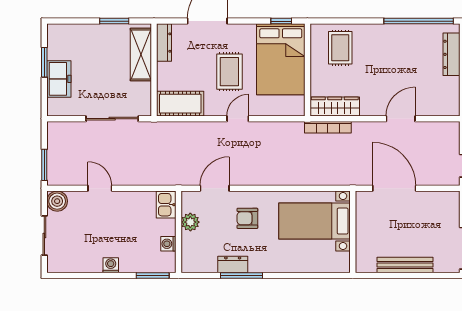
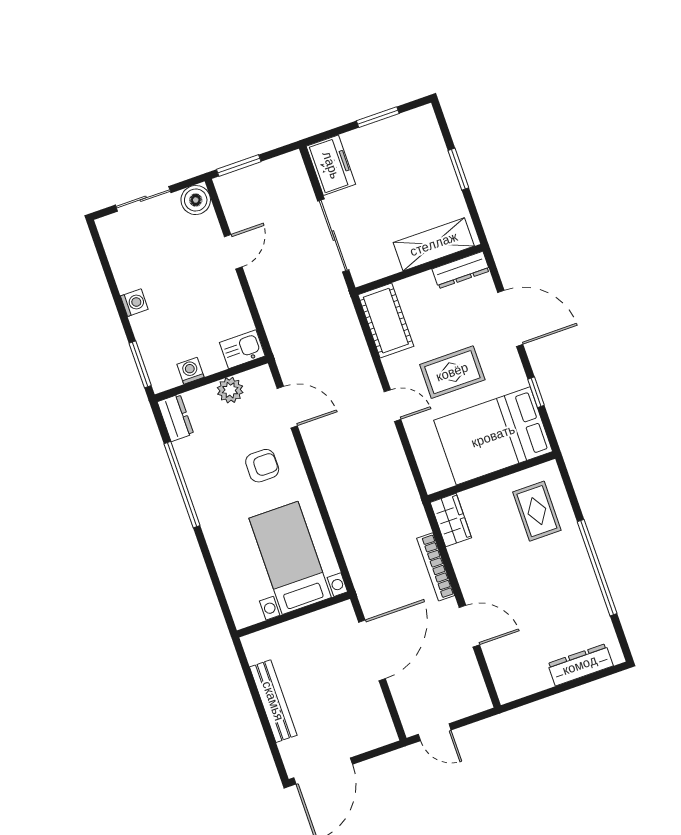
window: (114, 21) -> (458, 169), moved
window: (281, 21) -> (536, 392), moved
window: (419, 21) -> (597, 568), moved
rug: (340, 48) -> (537, 511), turned 90
freezer: (59, 79) -> (331, 165), moved, turned -90
wardrobe: (335, 106) -> (451, 520), width x0.67
bookcase: (328, 127) -> (436, 567), moved
armchair: (247, 218) -> (262, 466), turned 90
dresser: (233, 264) -> (175, 418), moved
window: (241, 275) -> (182, 485), width x1.46

